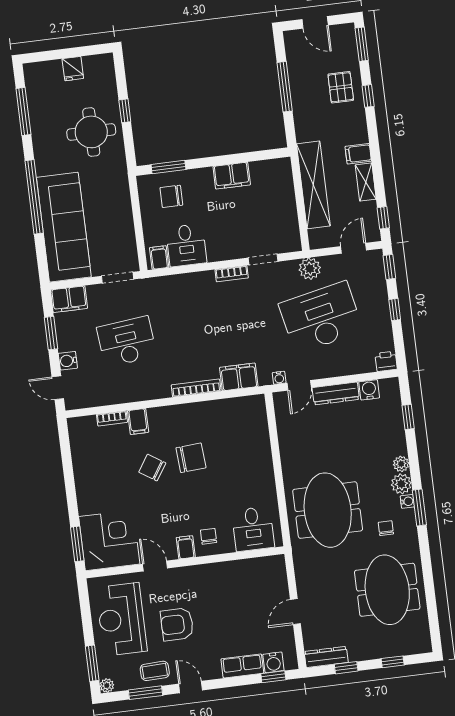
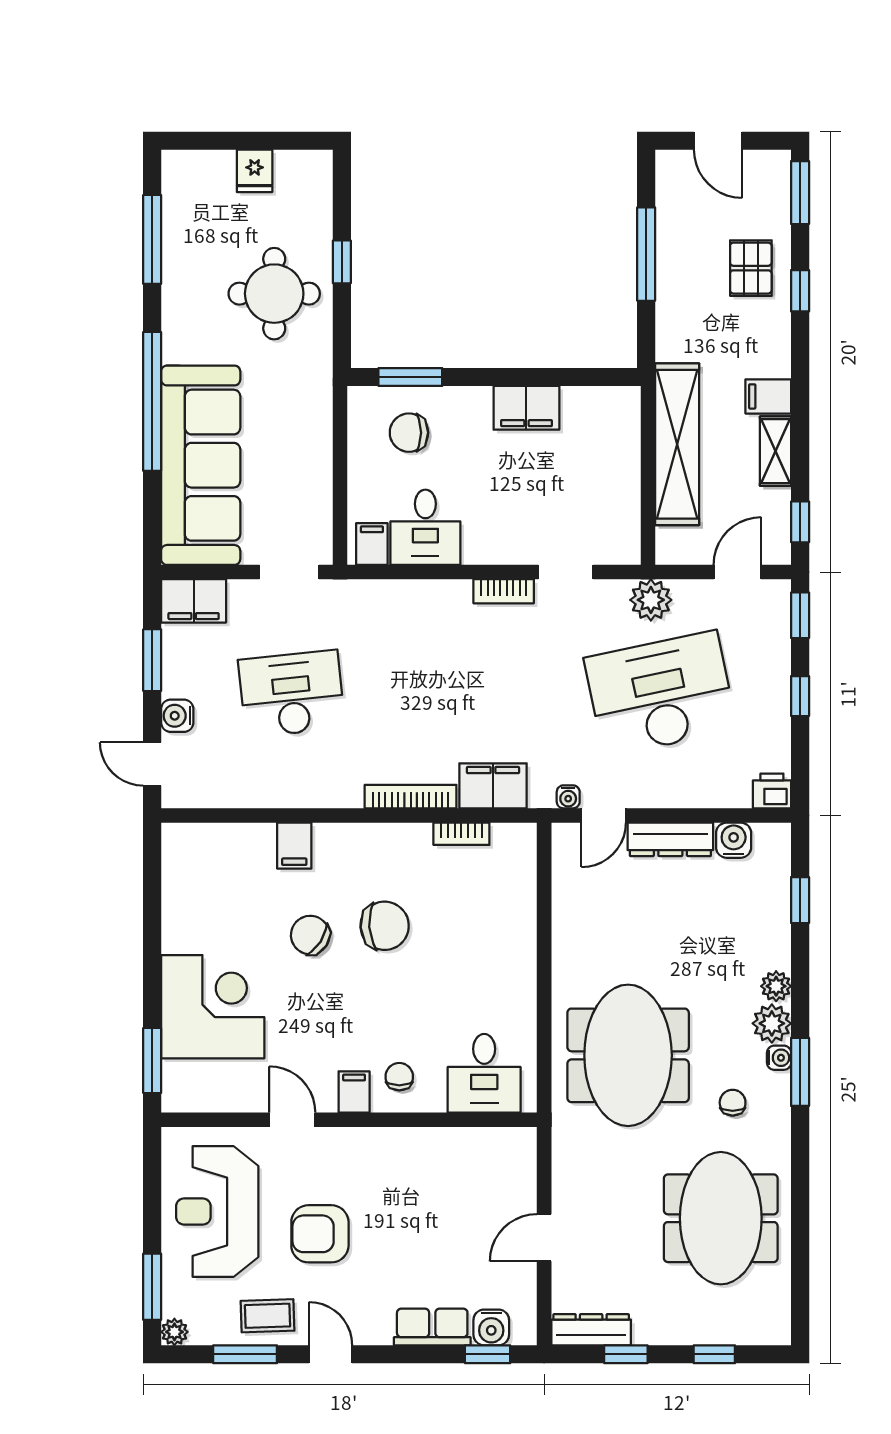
bookcase: (112, 418) -> (461, 834), moved
corner desk: (109, 540) -> (213, 1007), moved

